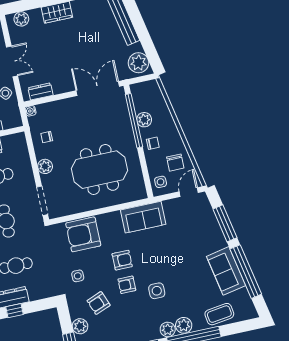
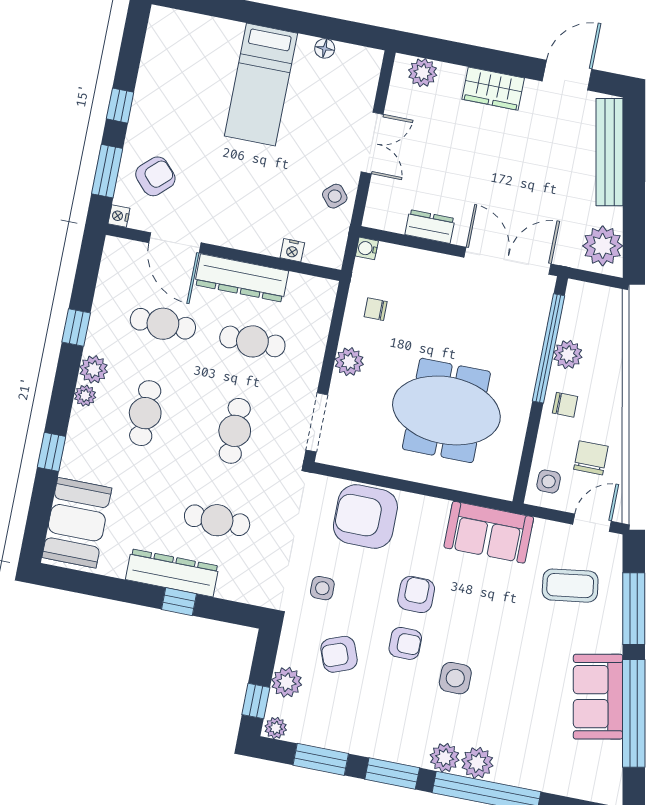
dresser: (41, 91) -> (430, 226), moved
chair: (175, 163) -> (591, 458), turned 180
armchair: (122, 260) -> (416, 594), turned -90
armchair: (127, 285) -> (405, 643), turned 180
coffee table: (219, 314) -> (570, 586), moved

